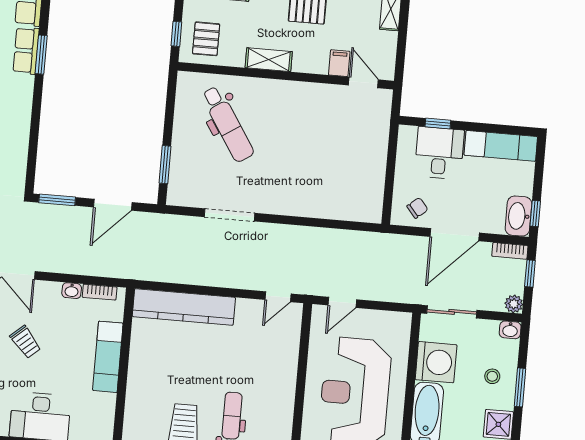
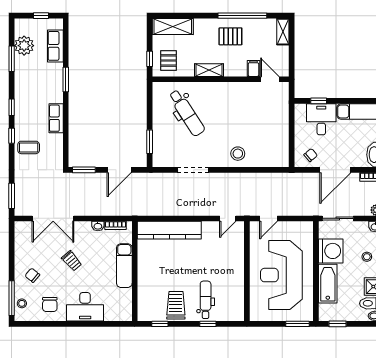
row of seats: (26, 51) -> (56, 118), moved
stool: (303, 196) -> (238, 154), added

